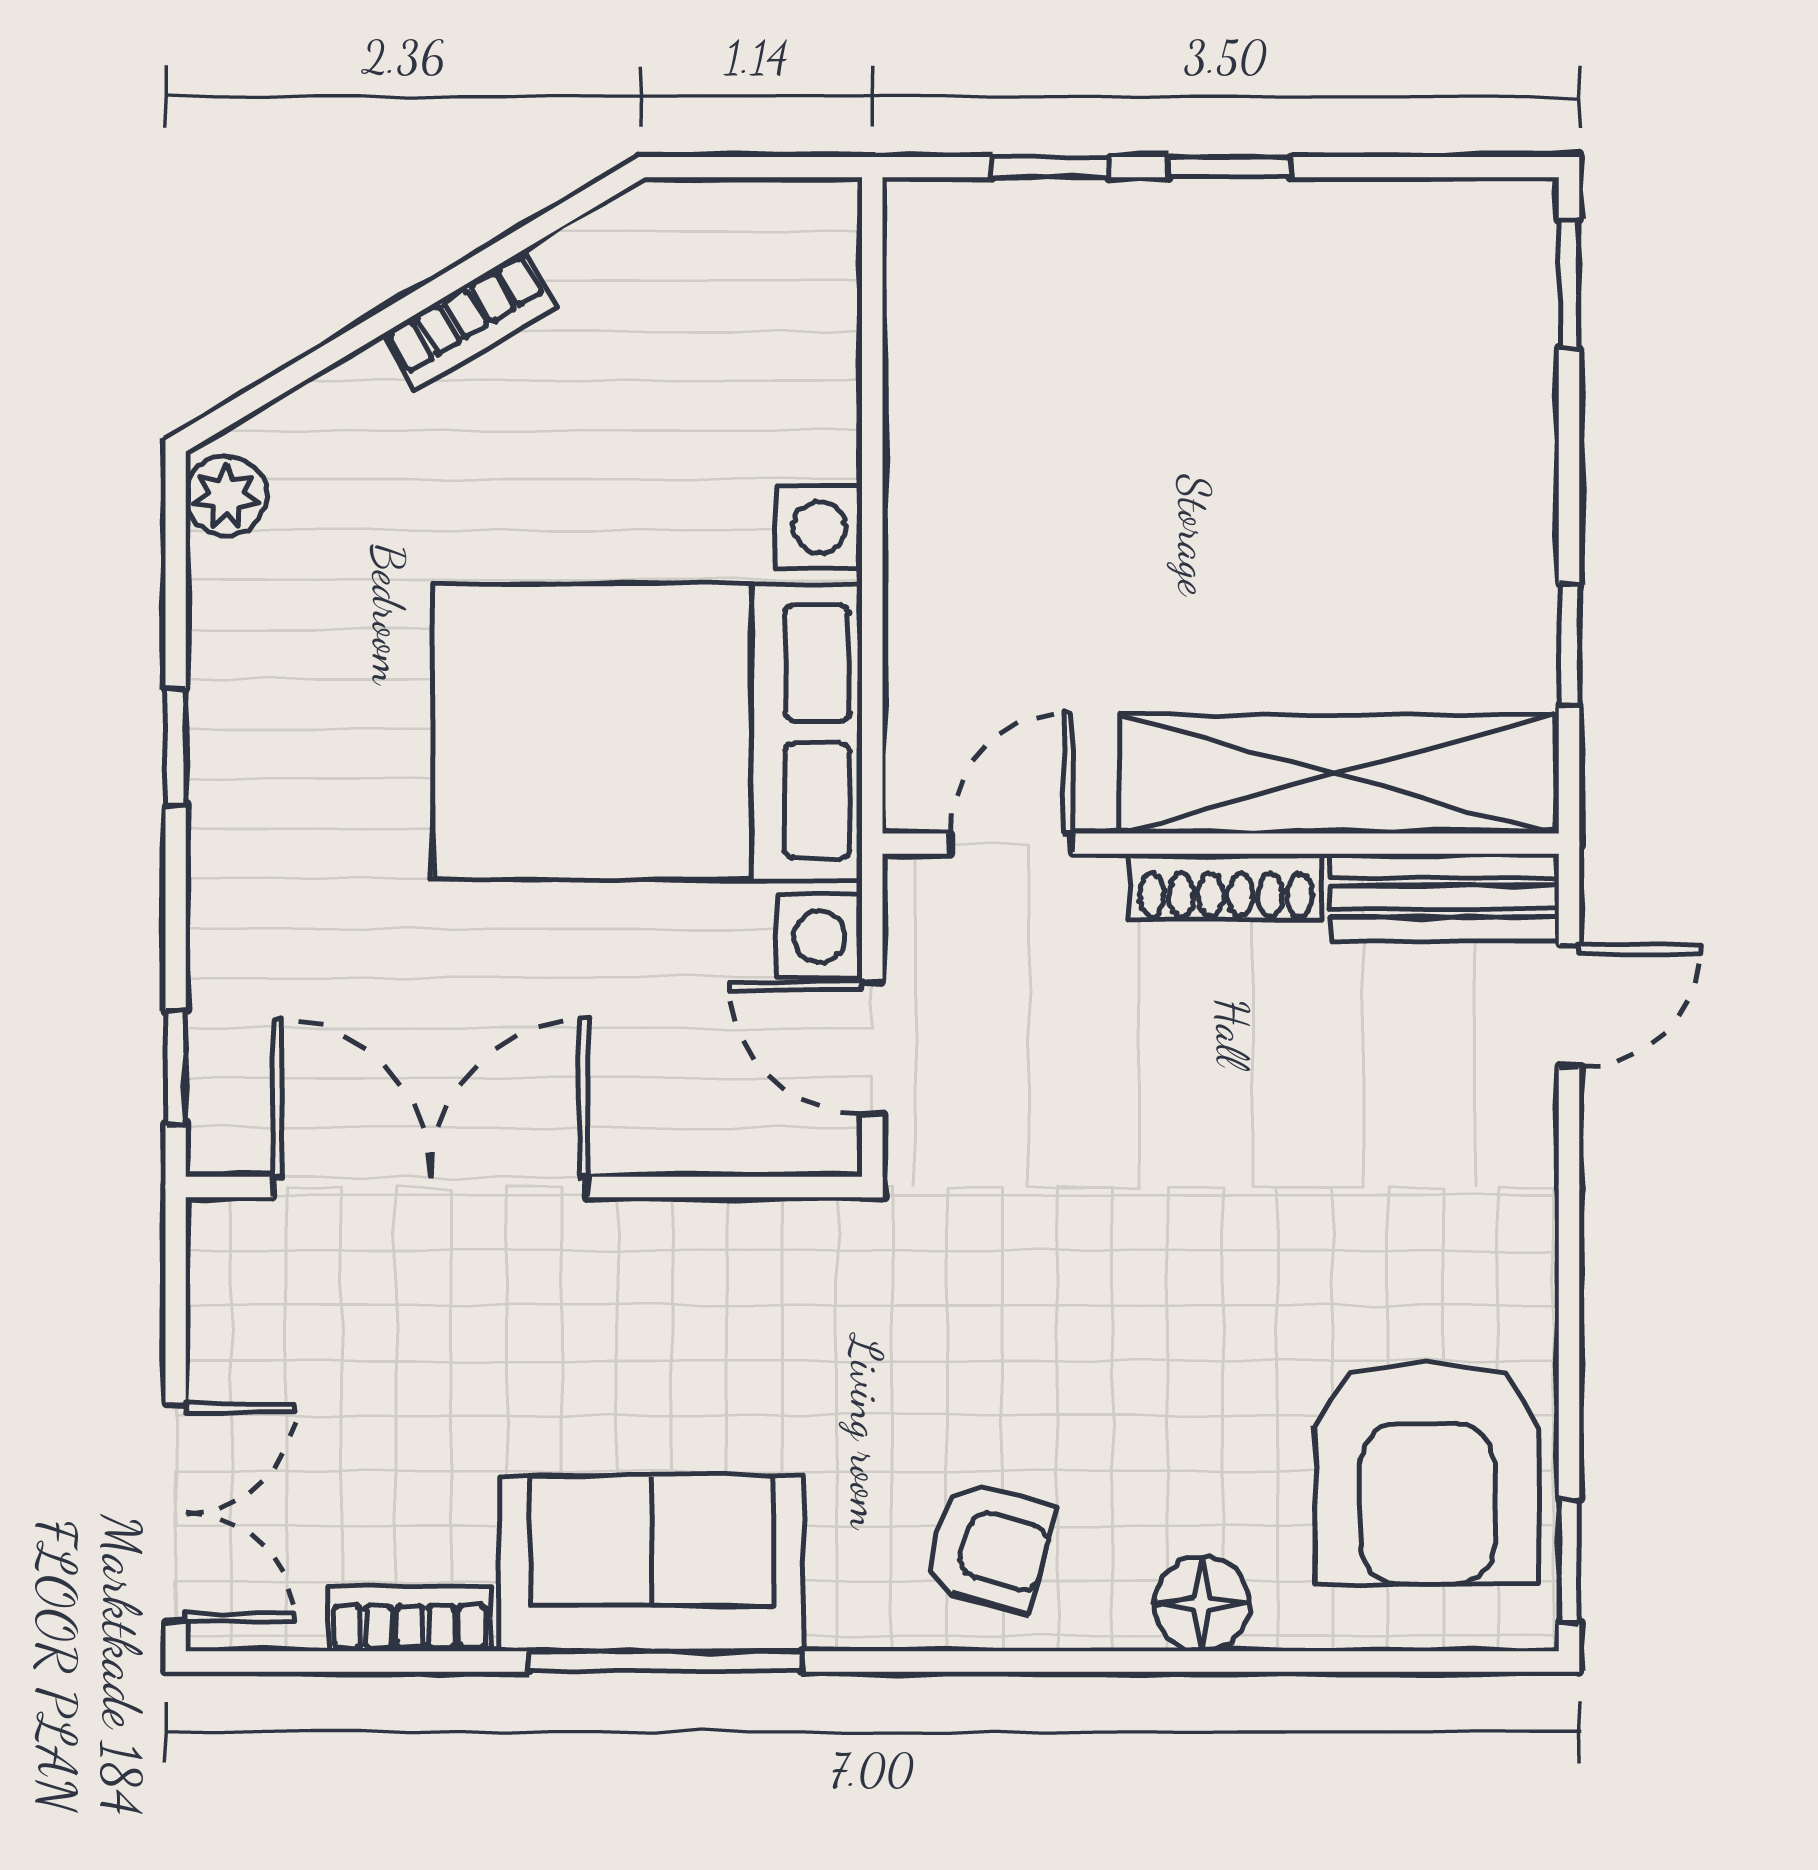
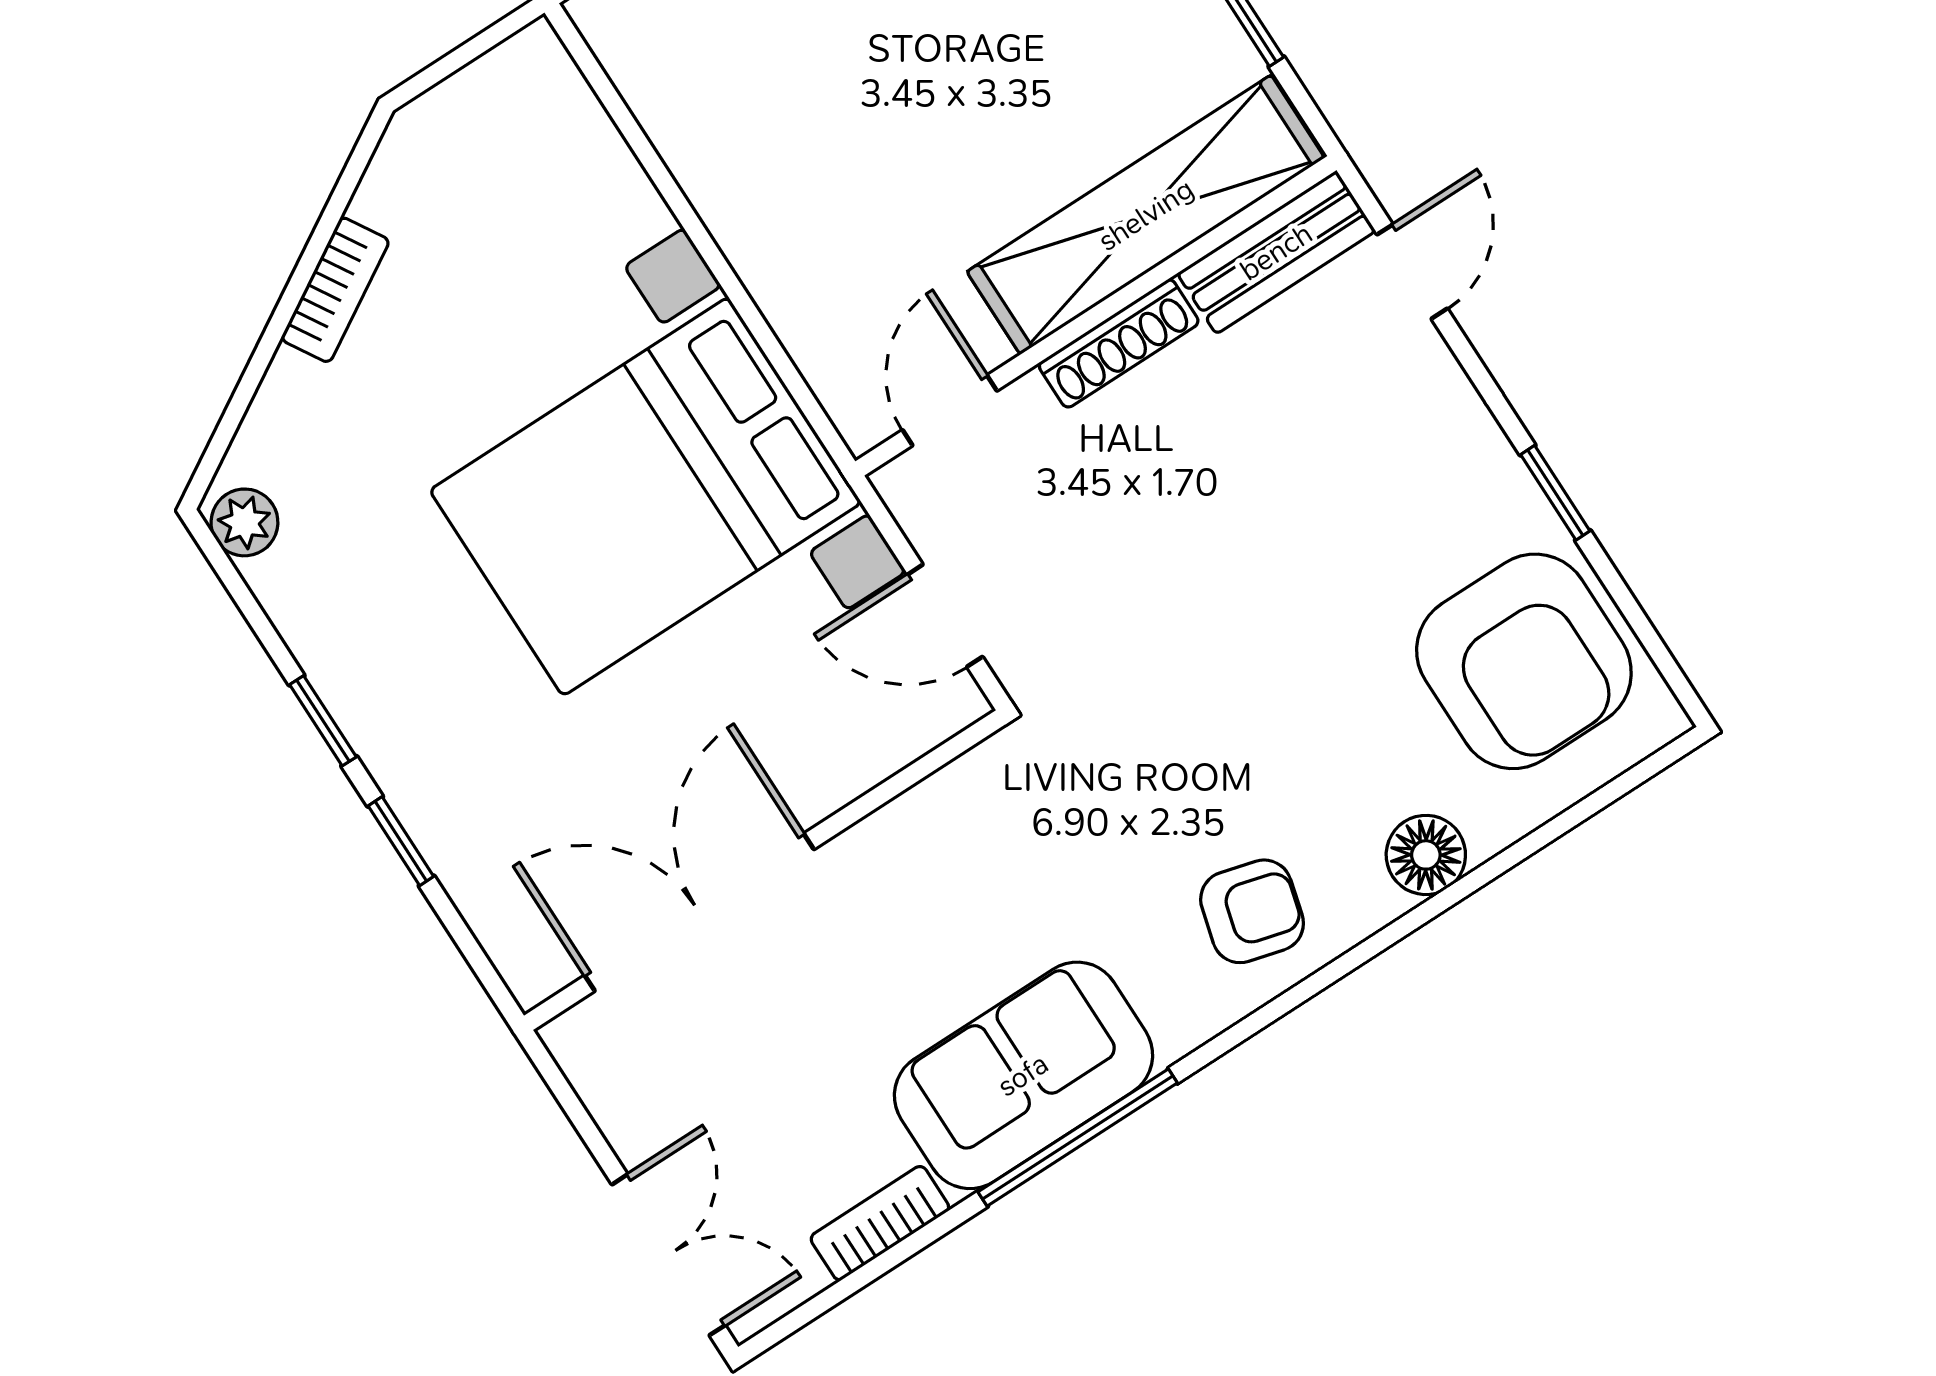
window: (176, 1068) -> (401, 841), moved
window: (1569, 1561) -> (1555, 493), moved

